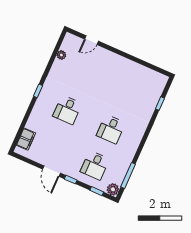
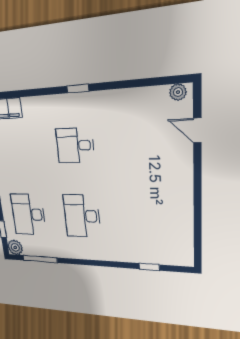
plant: (61, 55) -> (178, 92), moved
desk: (111, 129) -> (82, 216), width x1.37
desk: (95, 165) -> (28, 215), width x1.37

